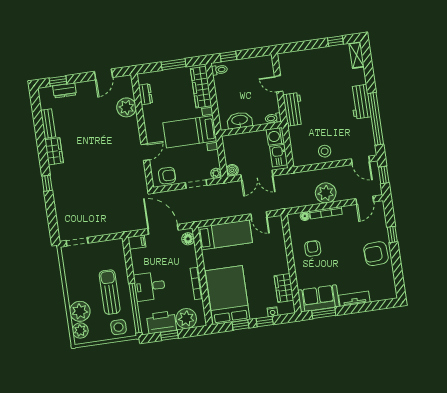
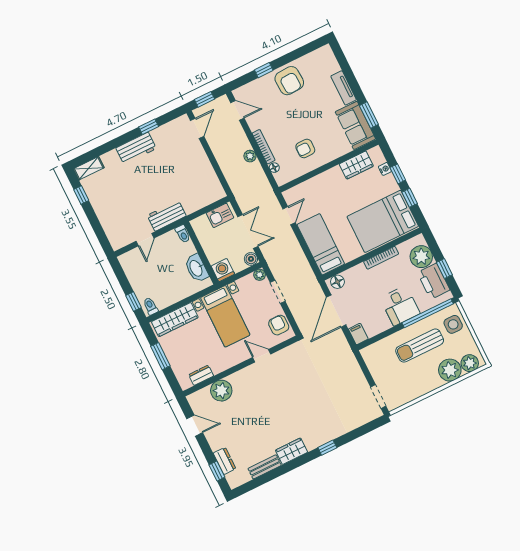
window: (376, 119) -> (149, 127), width x0.32
washing machine: (275, 136) -> (223, 270), moved, turned 180
stool: (325, 151) -> (200, 169), removed
plant: (326, 193) -> (250, 156), width x0.53, depth x0.53

